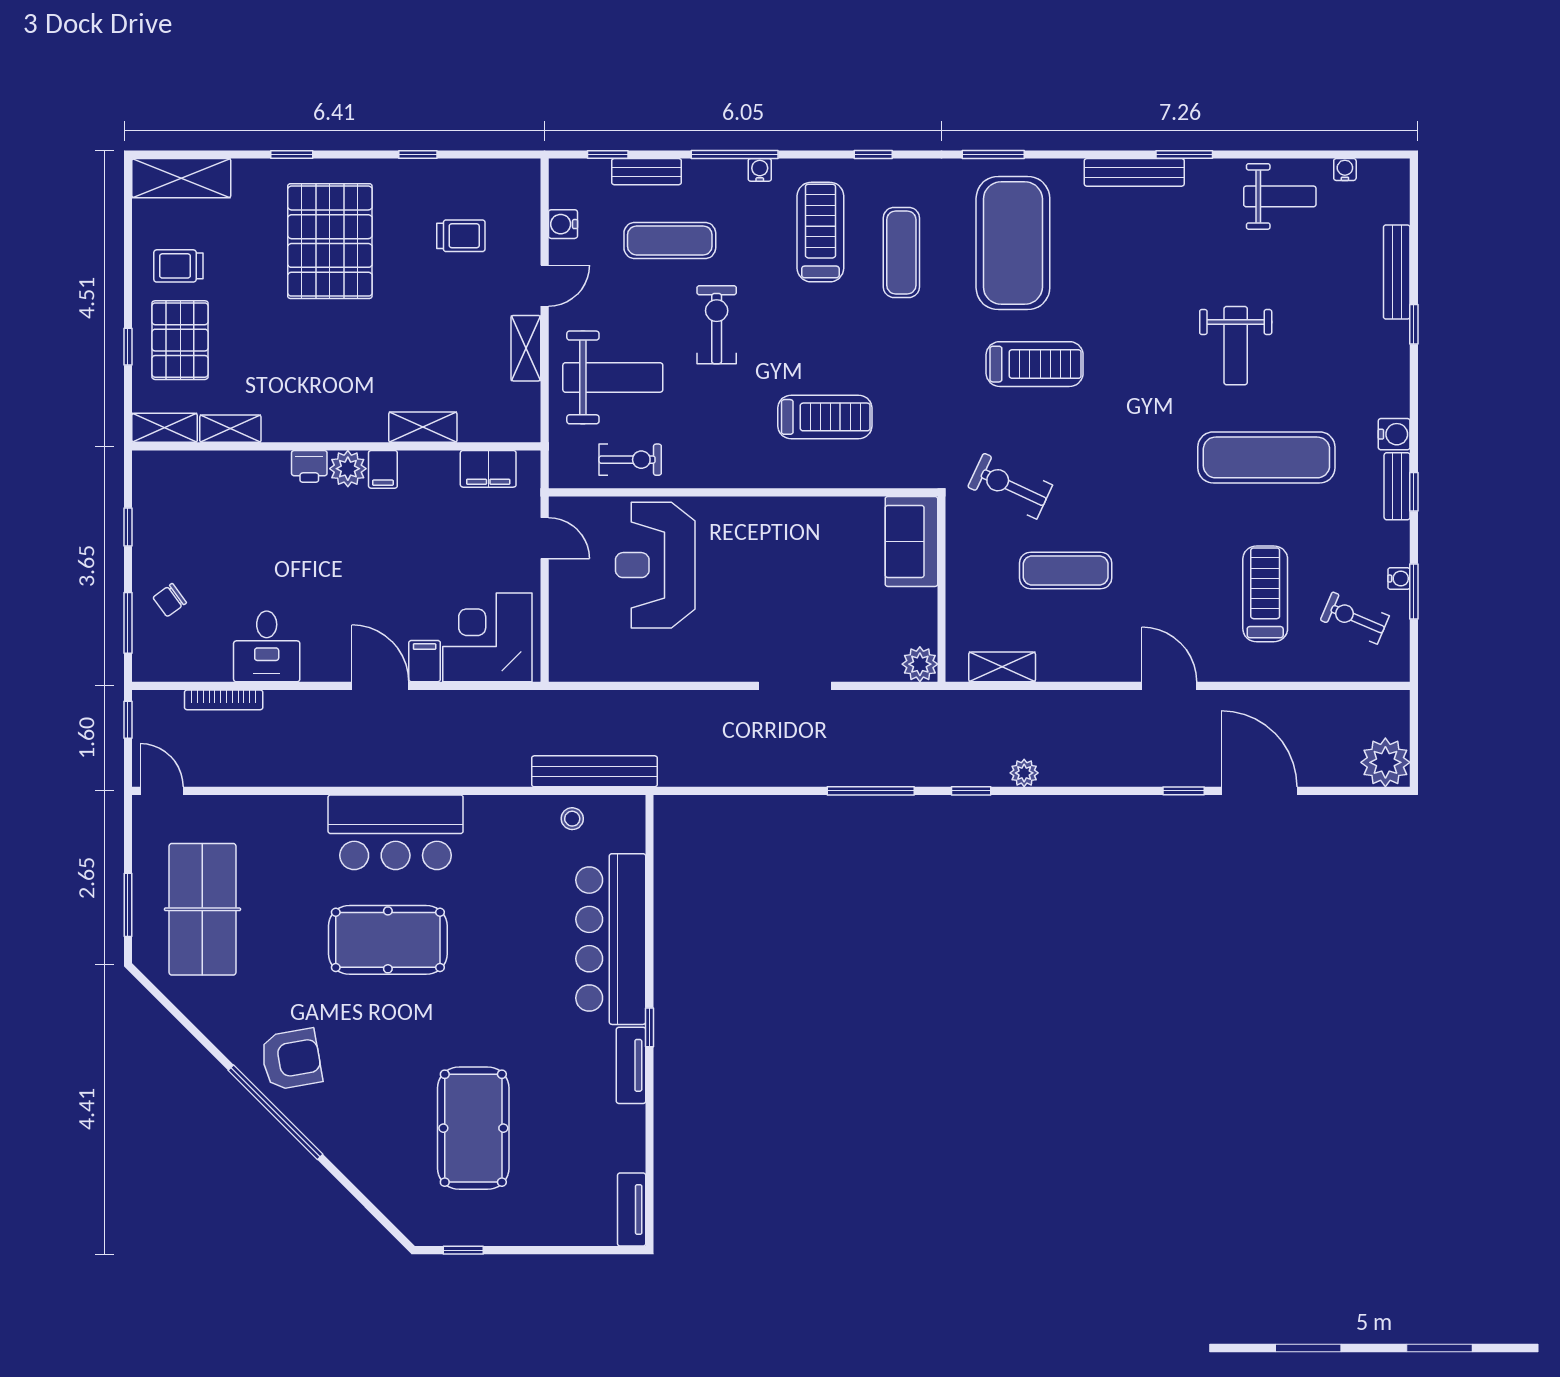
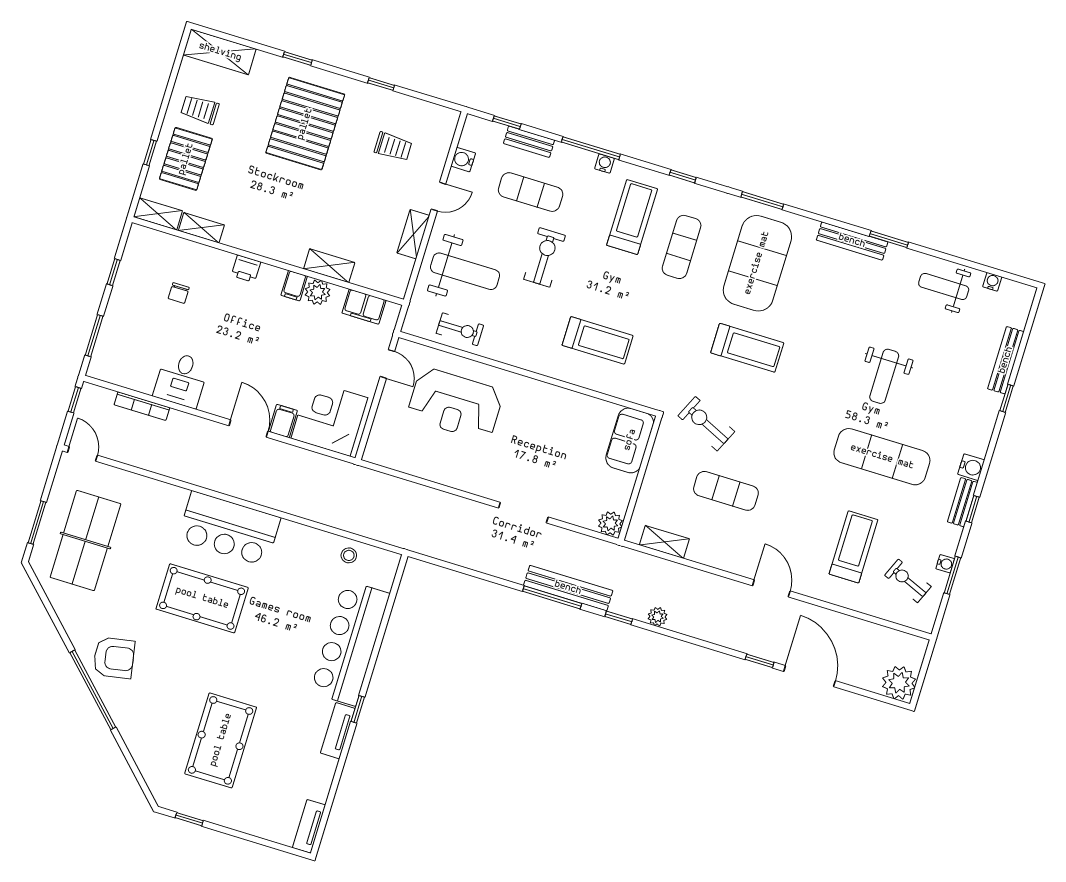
weight bench: (1280, 196) -> (944, 286), turned 180
plant: (348, 469) -> (318, 292), moved
reception desk: (655, 565) -> (455, 404), turned -90
chair: (170, 600) -> (179, 293), moved, turned -54
bench: (594, 771) -> (568, 588), moved

